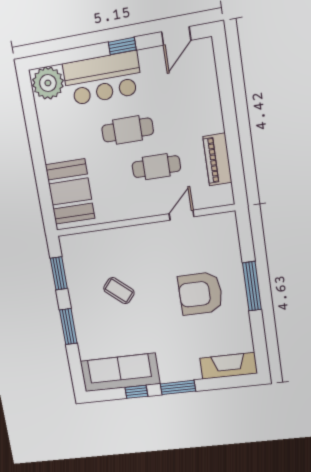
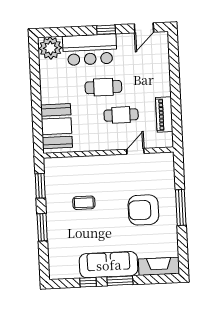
coffee table: (119, 291) -> (84, 203), turned -41
sofa: (120, 372) -> (109, 265), moved

